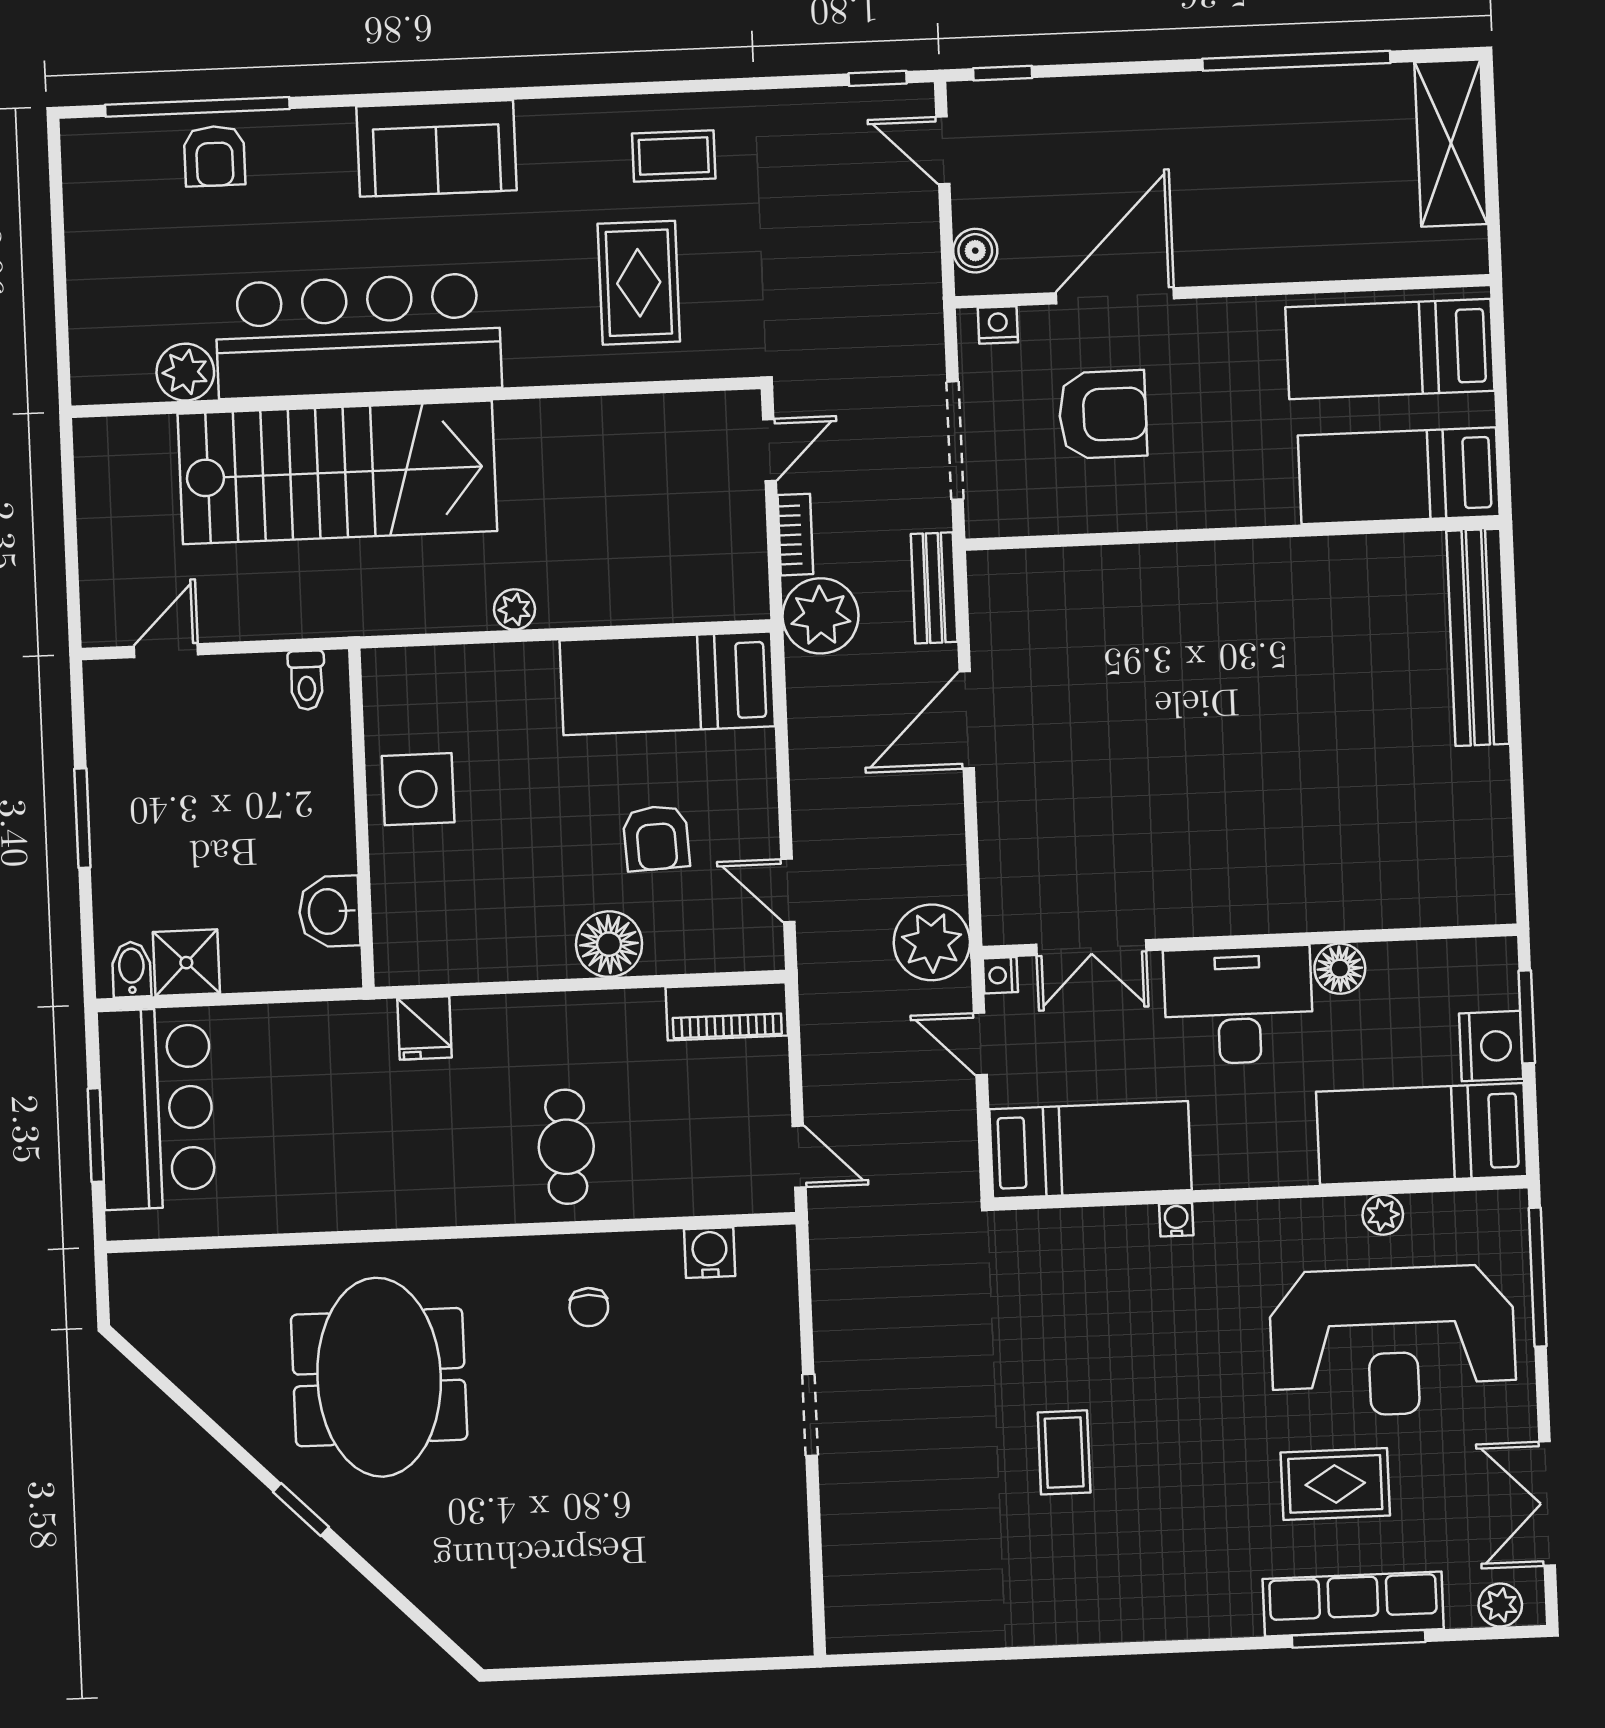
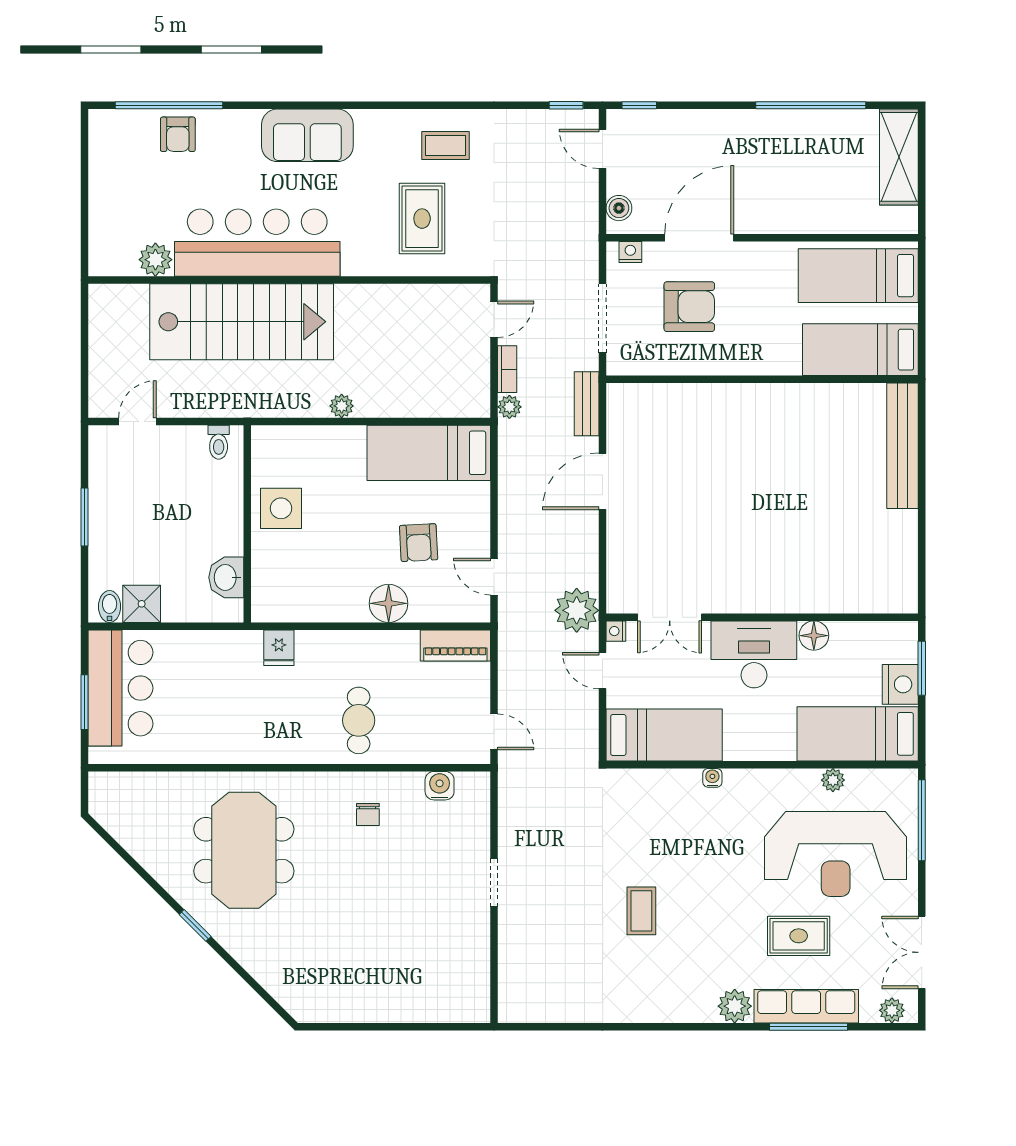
plant: (821, 616) -> (509, 407), width x0.53, depth x0.53
plant: (1231, 1609) -> (735, 1006), added

